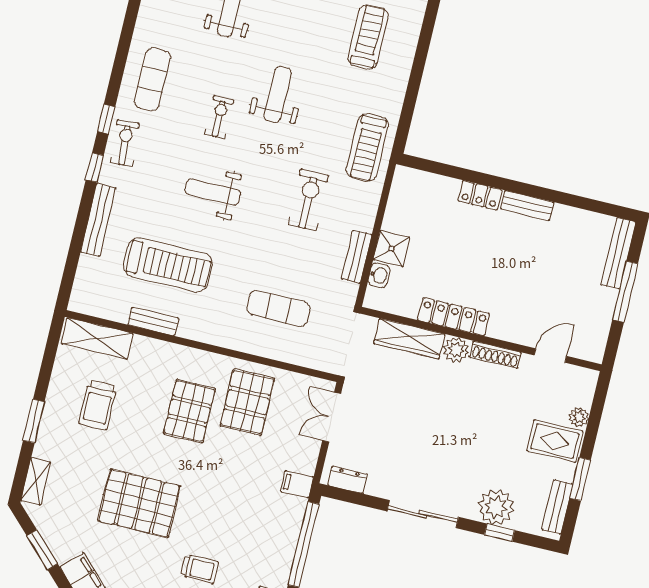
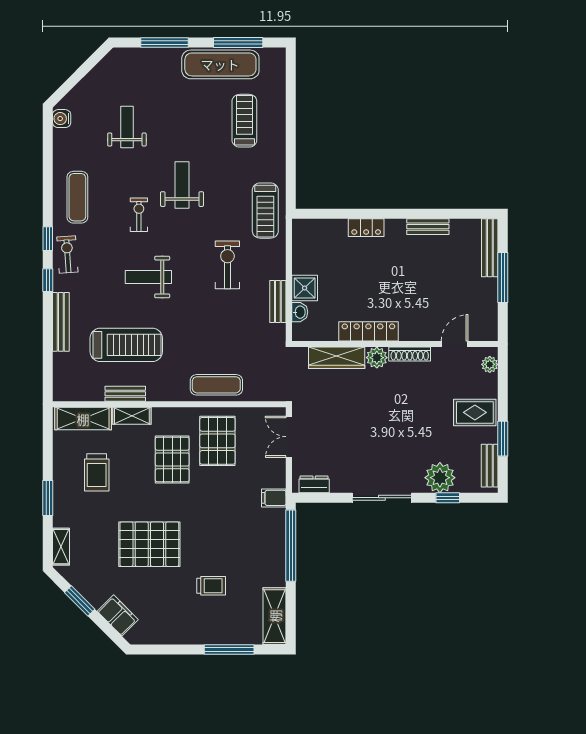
bench: (527, 206) -> (428, 227), moved
exercise mat: (278, 308) -> (216, 385), moved
shelving: (155, 349) -> (132, 416), added
plant: (579, 417) -> (490, 364), moved

